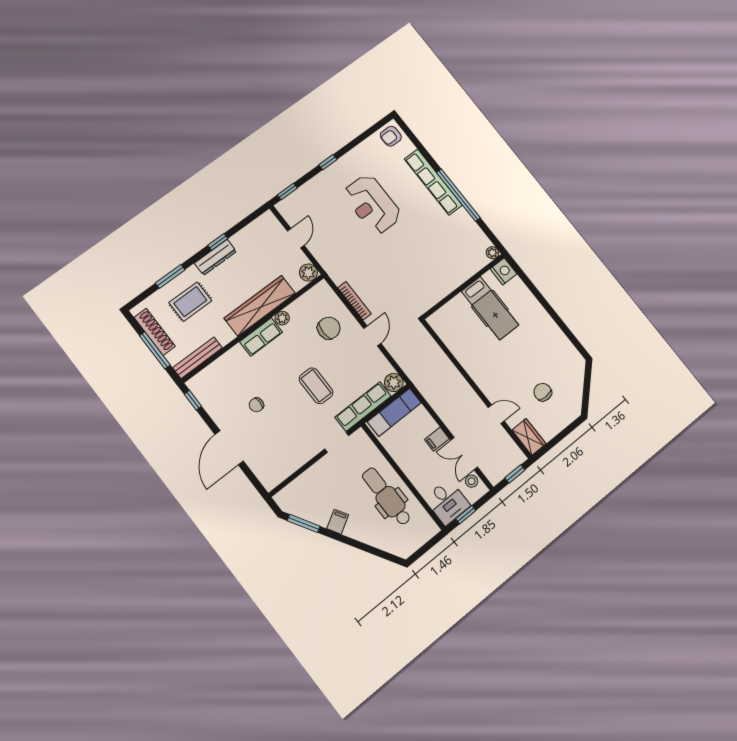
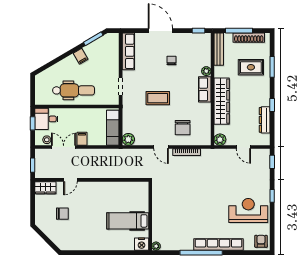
reception desk: (372, 204) -> (248, 210), moved
dresser: (215, 257) -> (265, 120), moved
rug: (190, 302) -> (251, 67), turned 90
plant: (282, 318) -> (206, 71), moved
row of seats: (363, 407) -> (128, 51), moved

